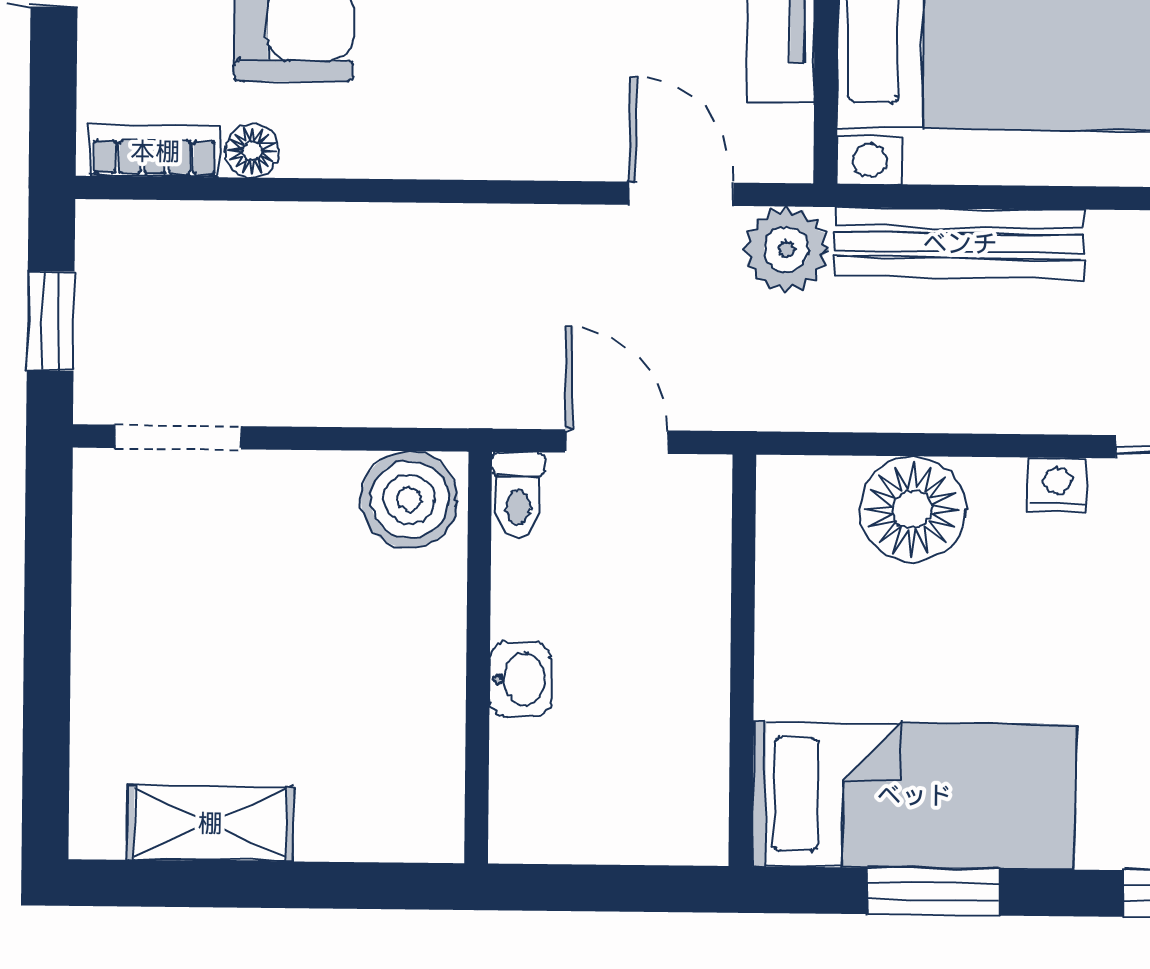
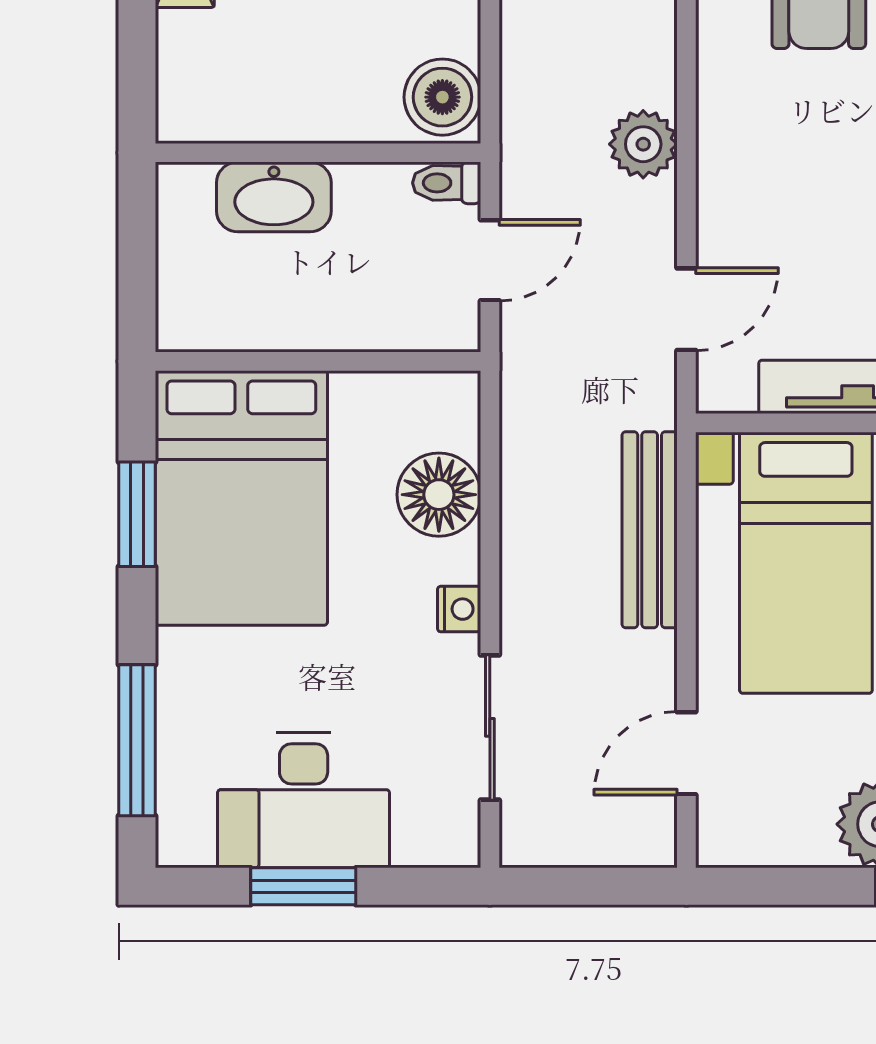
plant: (786, 249) -> (643, 144), moved
washbasin: (520, 679) -> (274, 197), width x1.91, depth x1.45
bed: (914, 795) -> (241, 498), width x1.50

